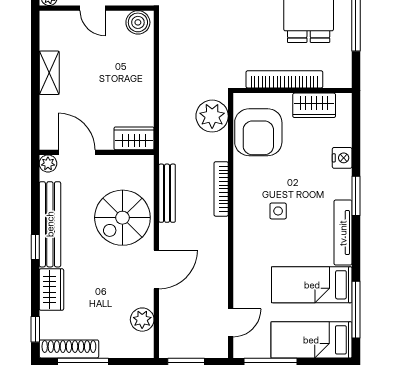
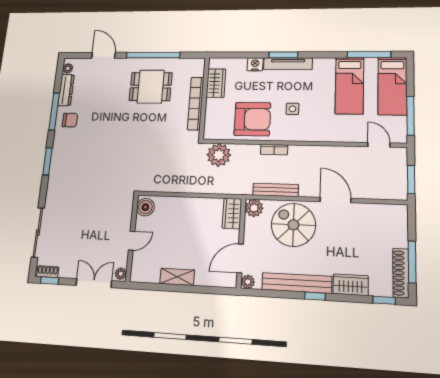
armchair: (258, 132) -> (252, 119), moved
bookcase: (221, 189) -> (274, 150), width x0.64
spiral stairs: (122, 218) -> (293, 225), turned 180
tv unit: (343, 233) -> (288, 64), moved
plant: (142, 320) -> (254, 208), moved

